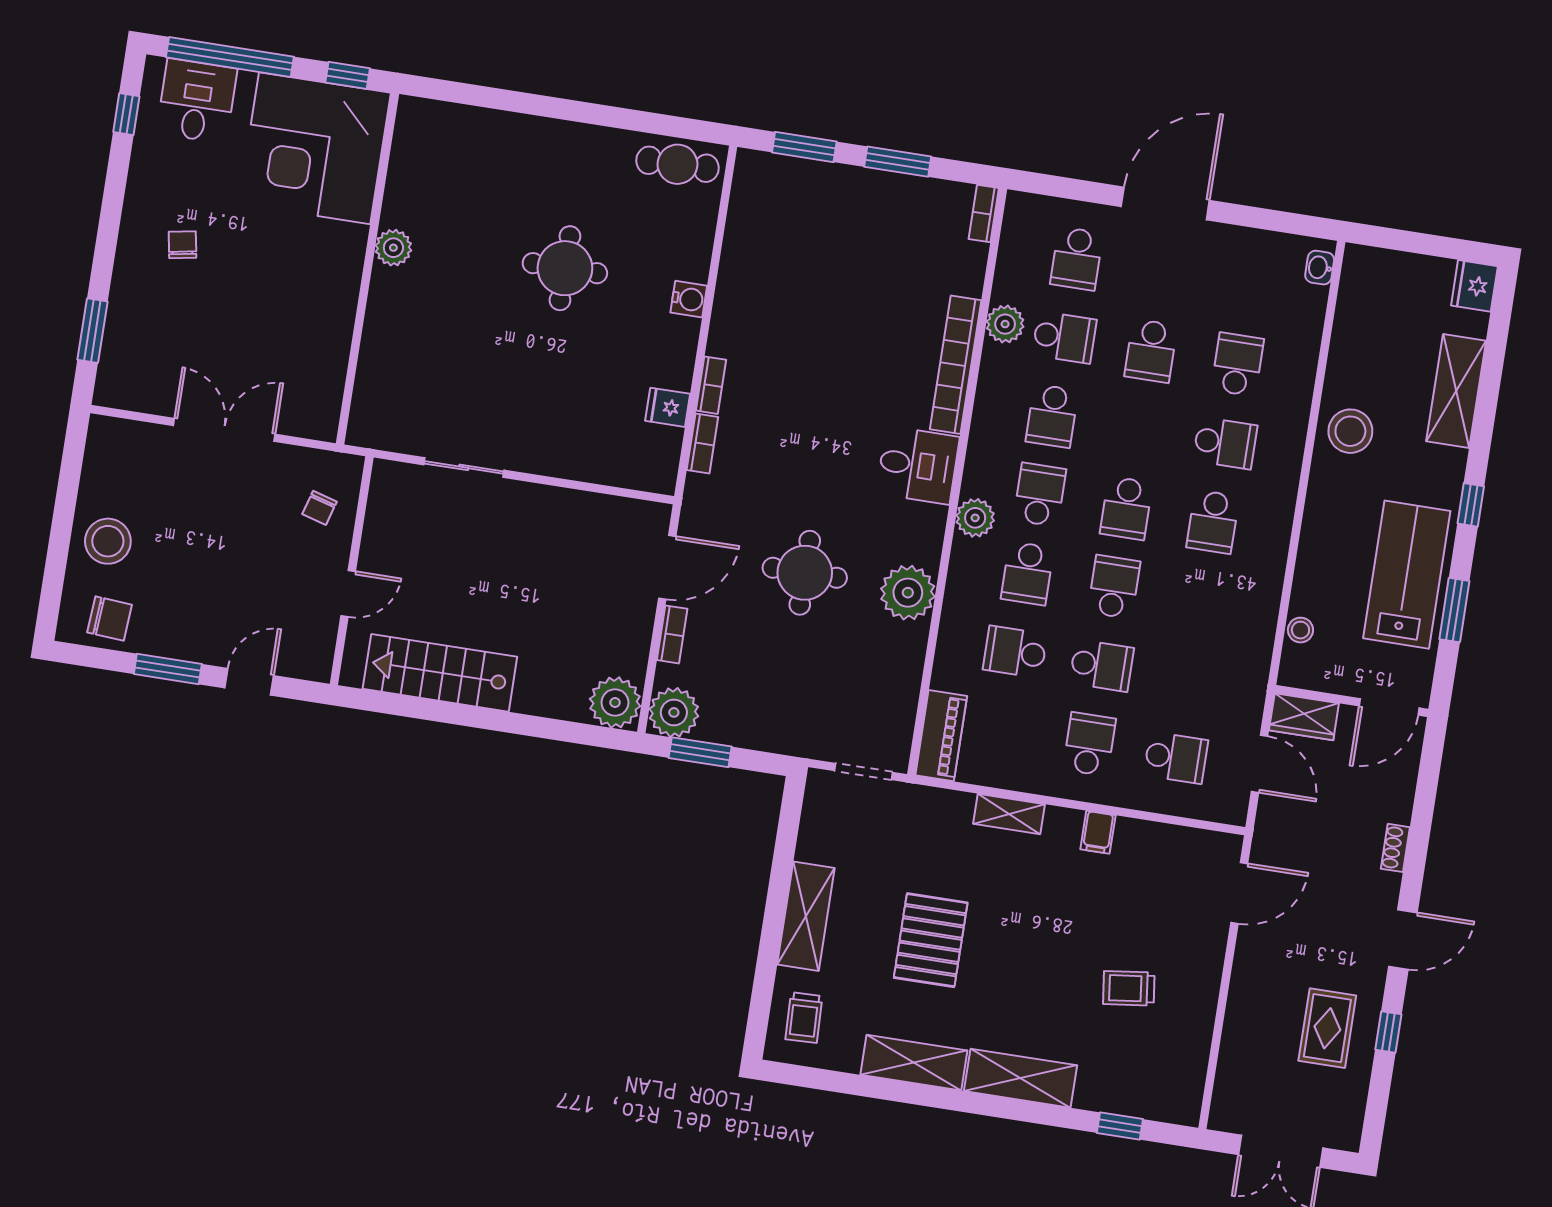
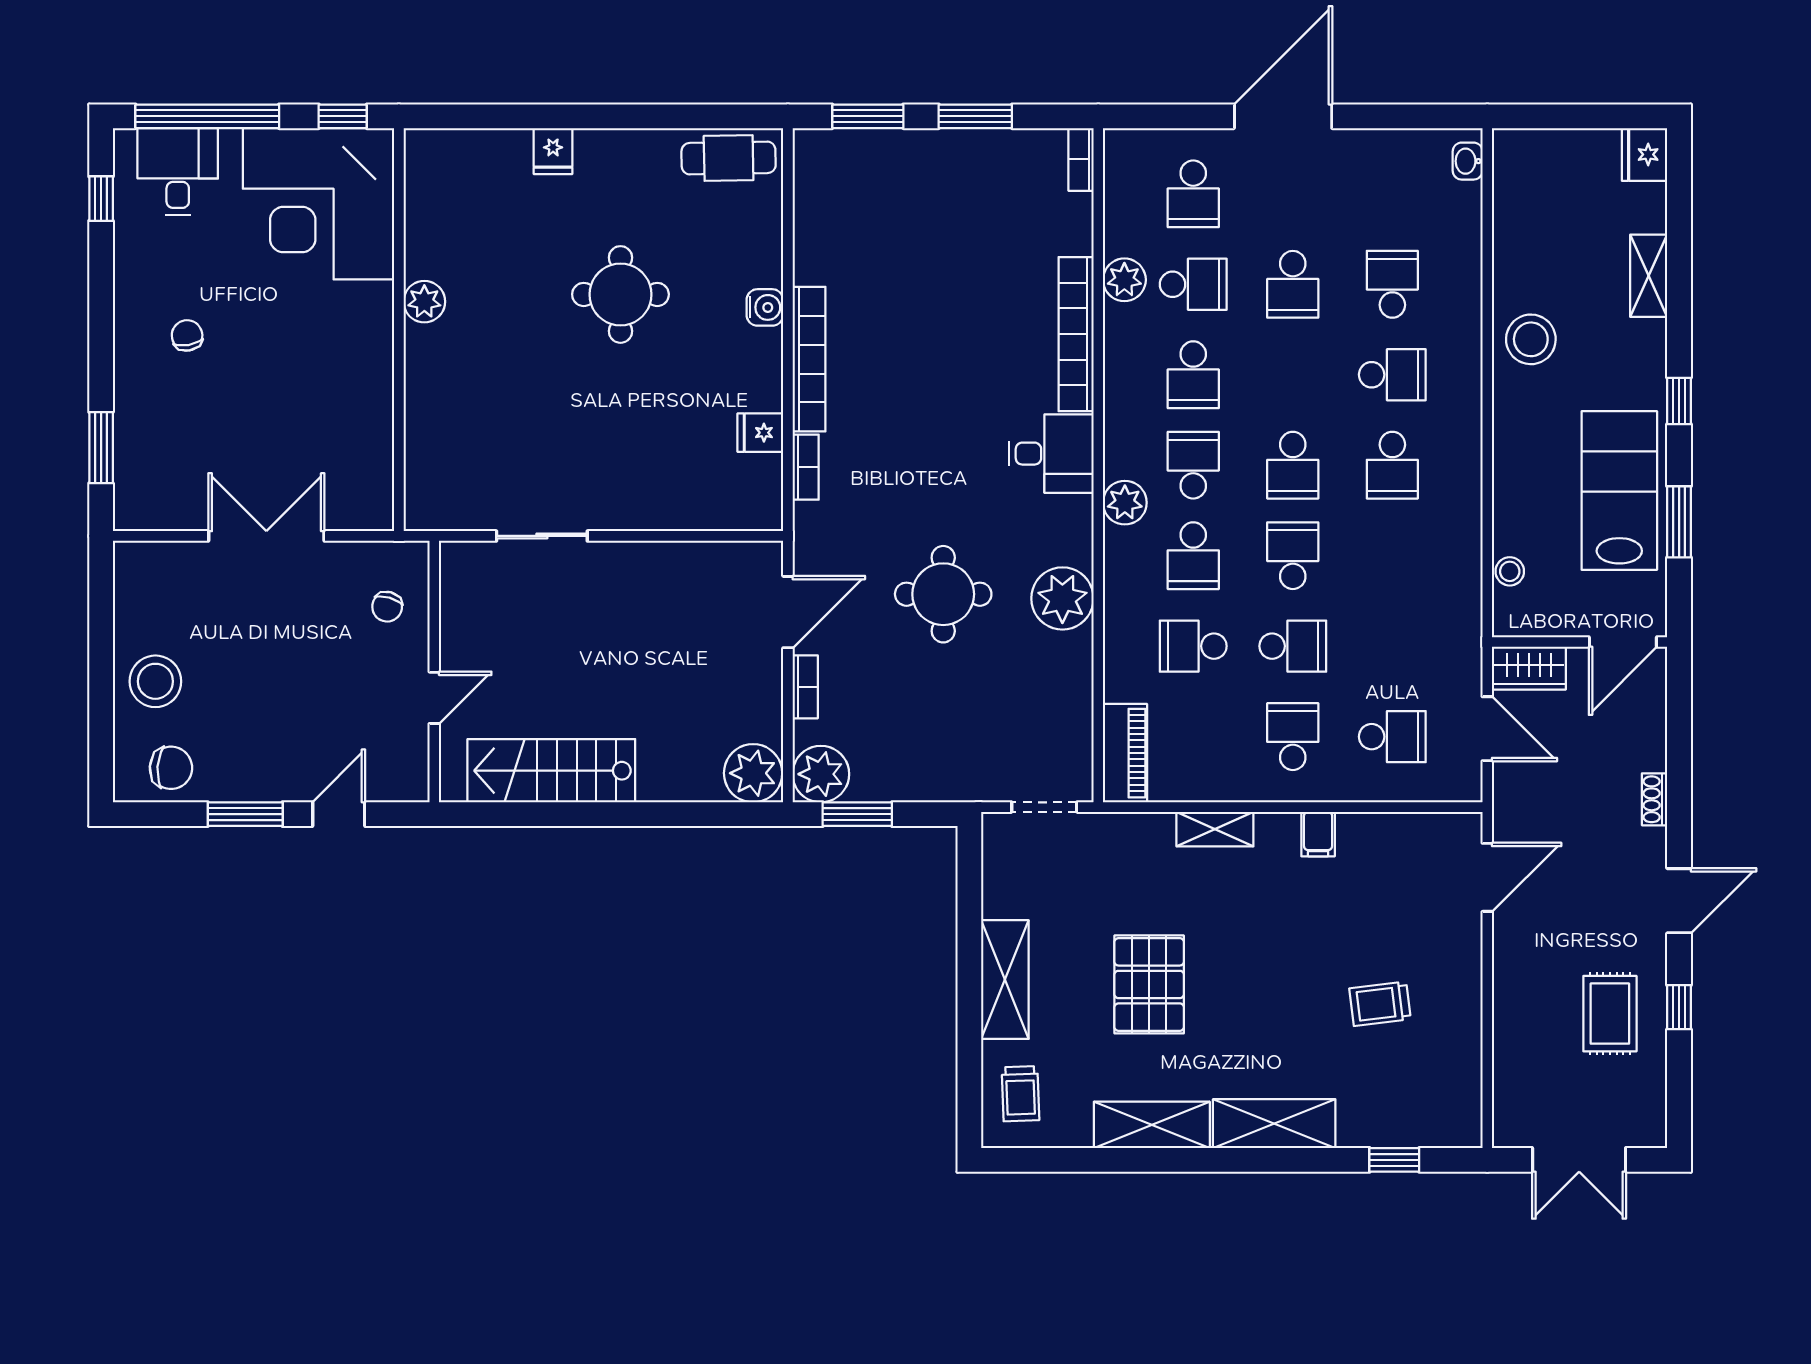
fridge: (526, 134) -> (553, 151), added
bookcase: (711, 385) -> (809, 359), width x2.31, depth x1.31
shelving: (1456, 391) -> (1649, 276), width x0.67, depth x0.75

